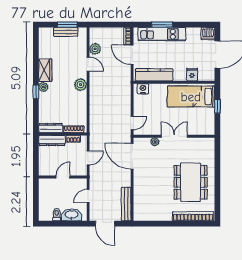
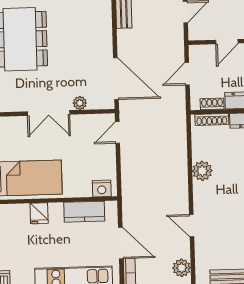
plant: (95, 49) -> (182, 268), moved
kitchen counter: (154, 75) -> (84, 212), width x0.67
fridge: (192, 75) -> (39, 213), moved
plant: (81, 85) -> (202, 171), moved

